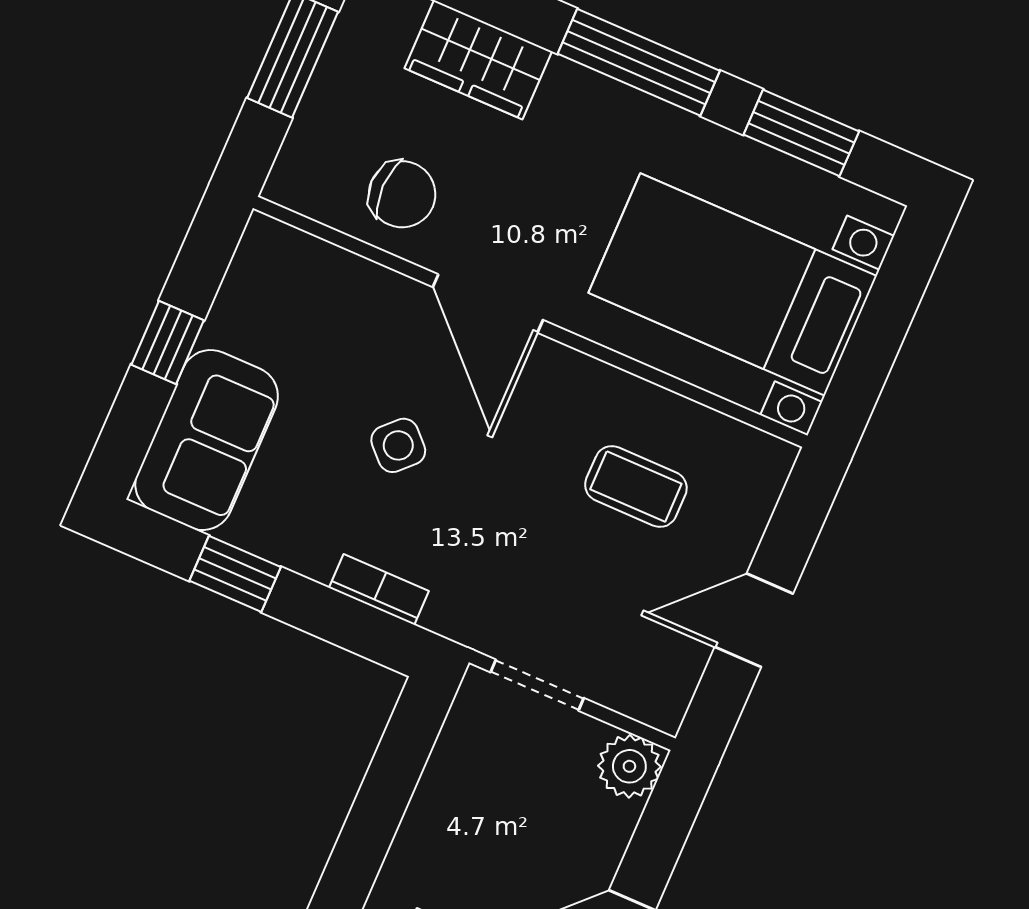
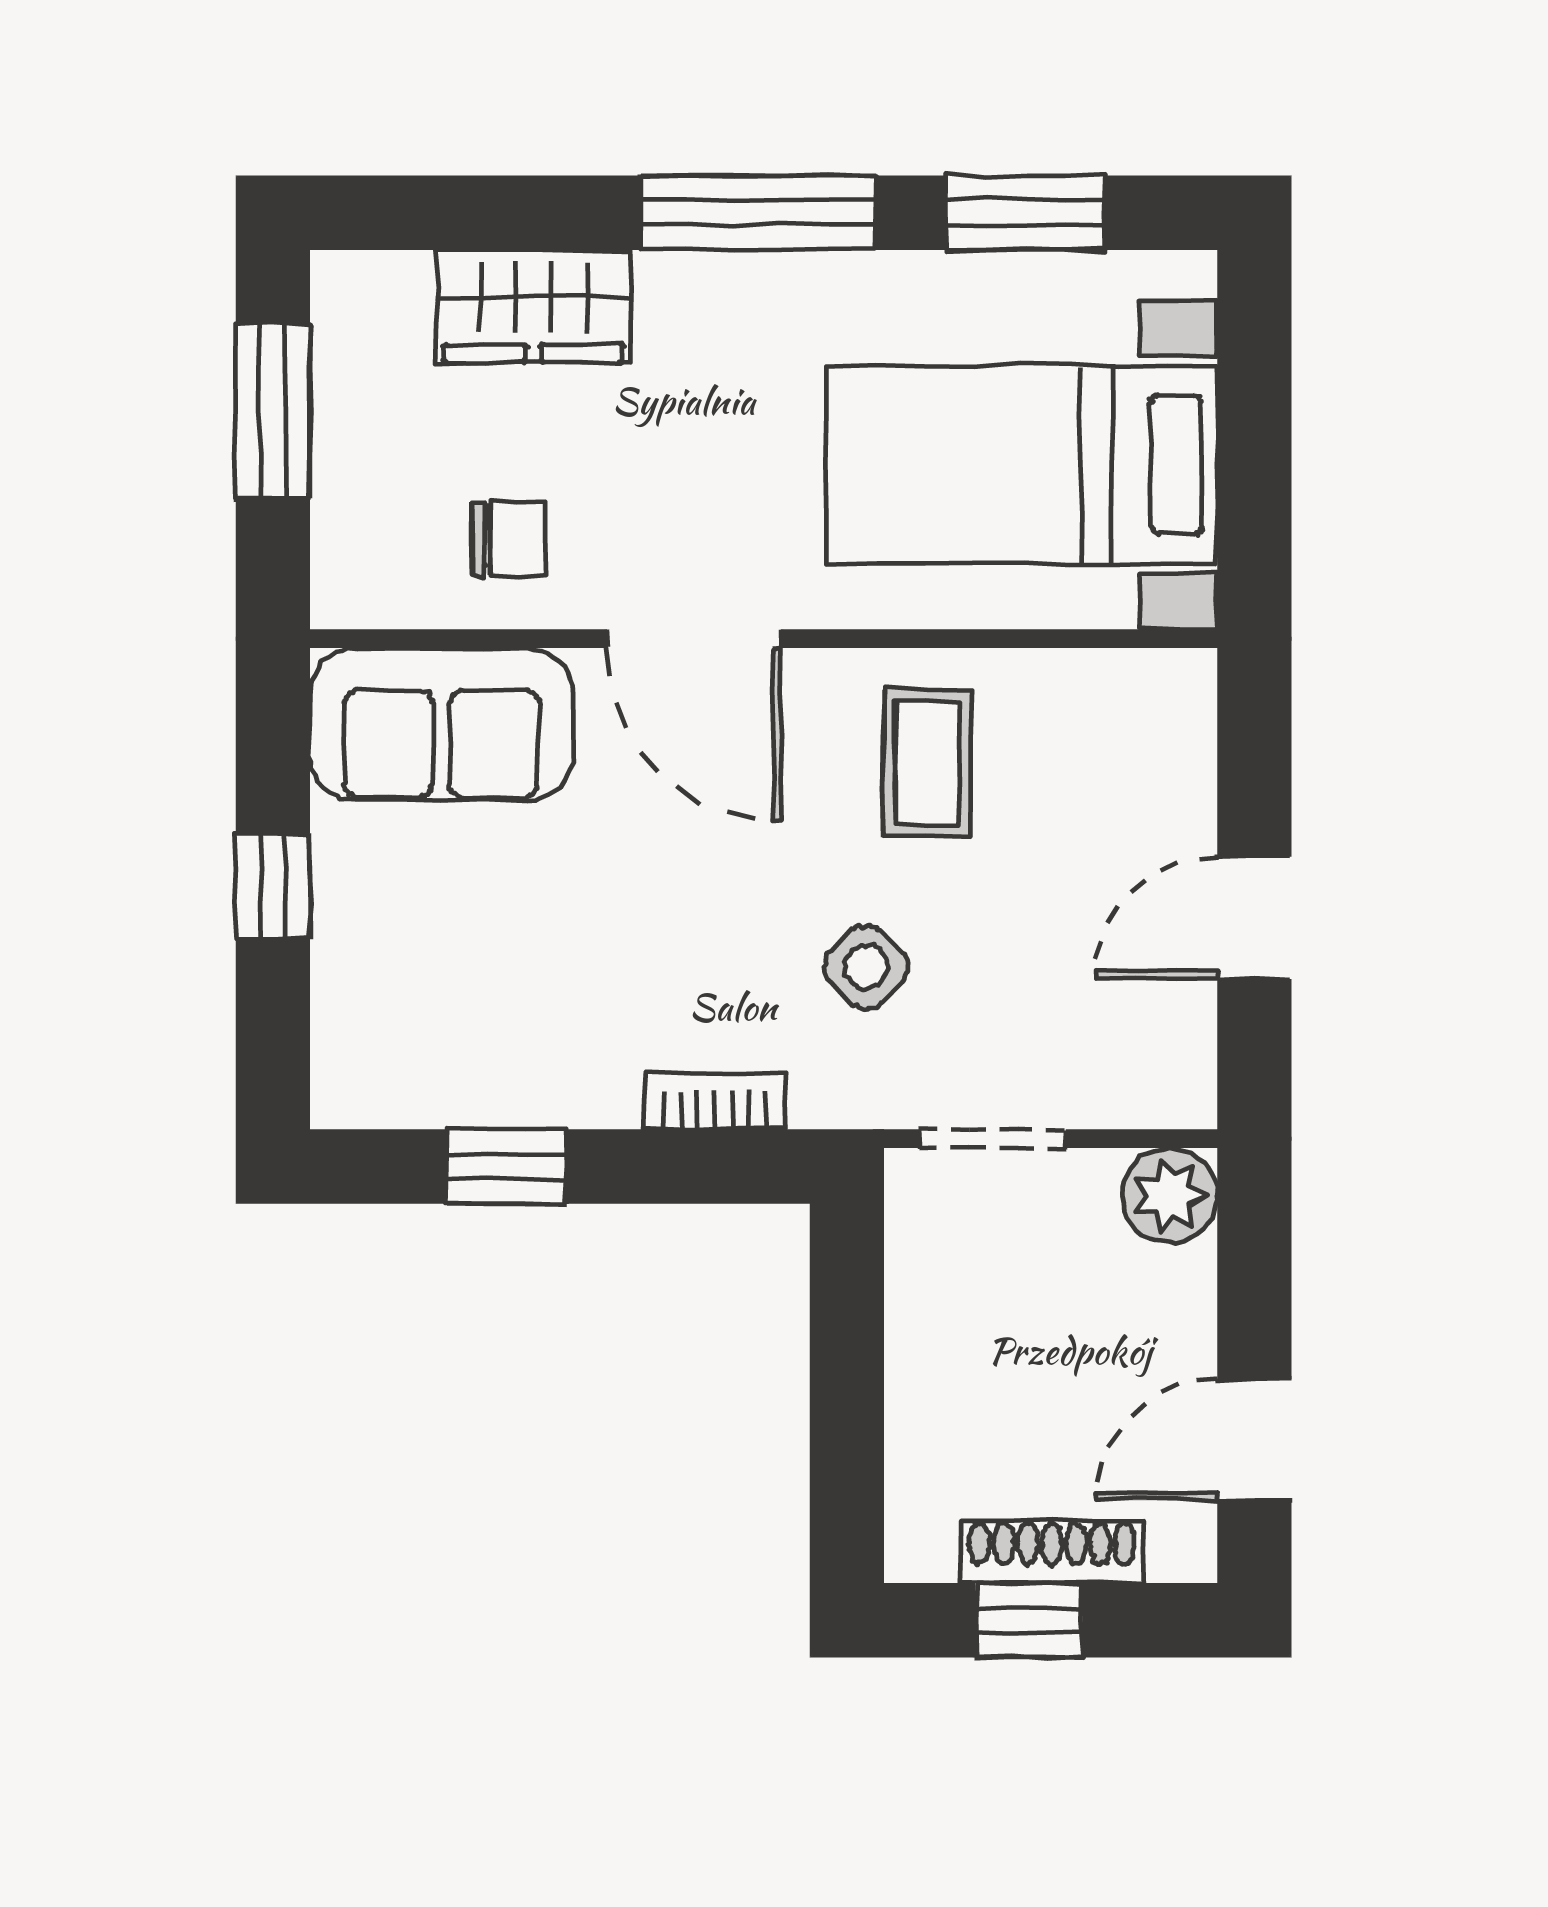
chair: (402, 194) -> (509, 539), width x0.73, depth x0.73
sofa: (207, 440) -> (441, 724), moved, turned 90
side table: (398, 445) -> (866, 967), moved
coffee table: (636, 486) -> (927, 763), moved, turned 90

